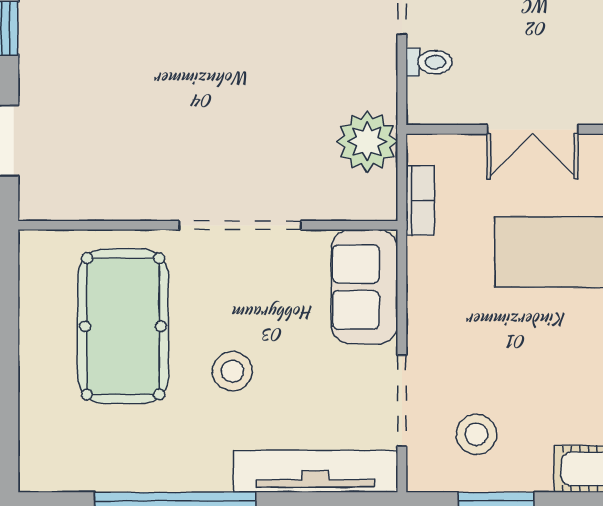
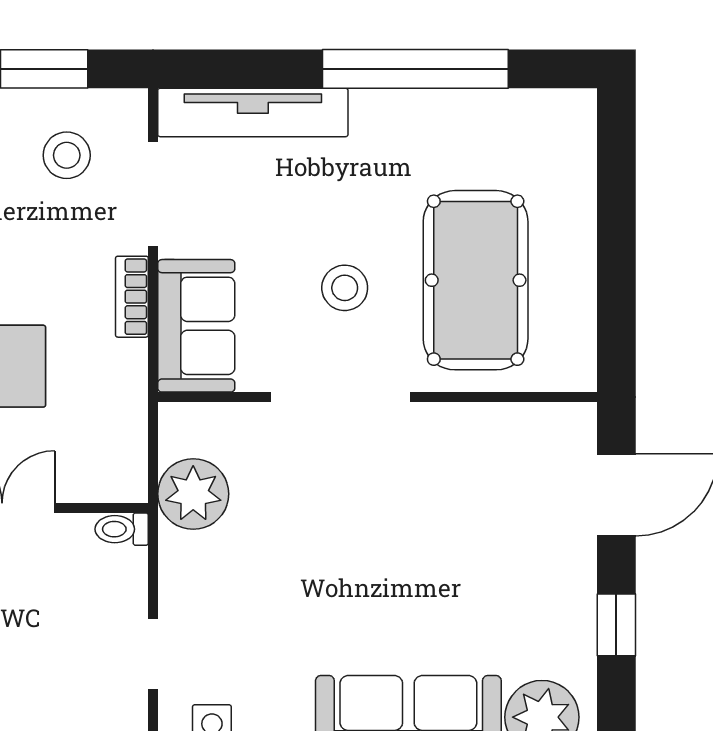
toilet: (429, 62) -> (122, 529), moved
bookcase: (420, 200) -> (132, 297), moved
stool: (232, 371) -> (345, 288), moved

